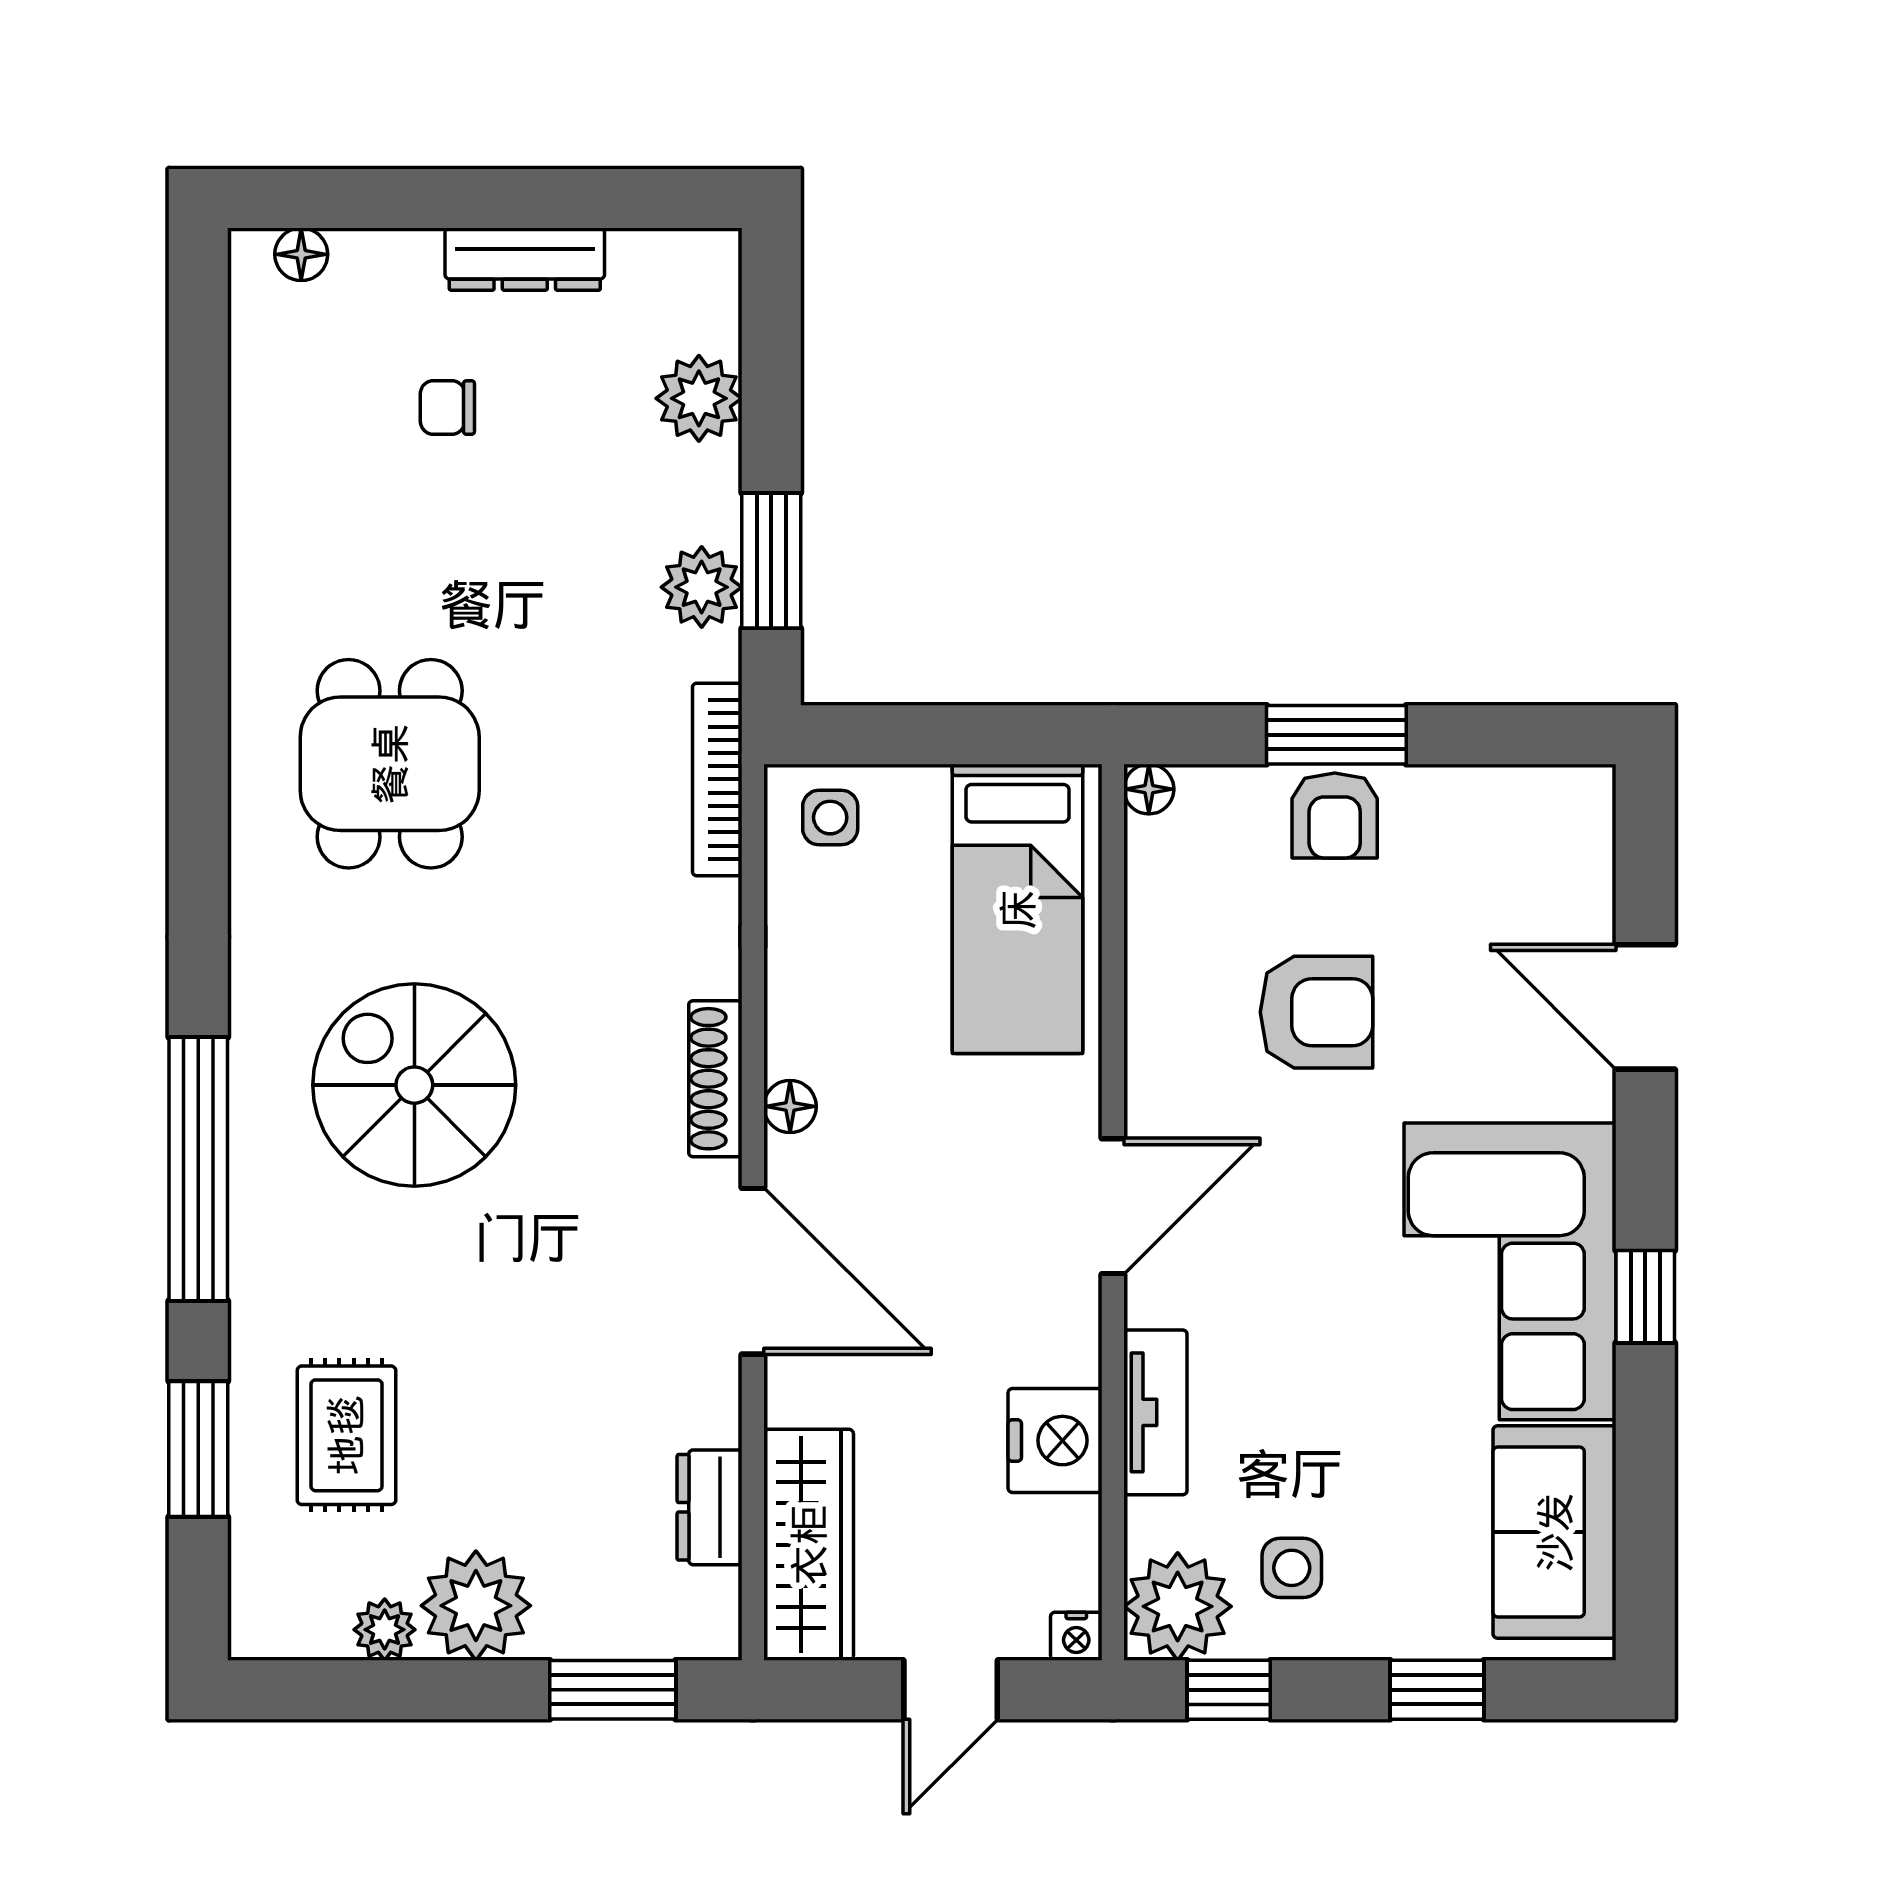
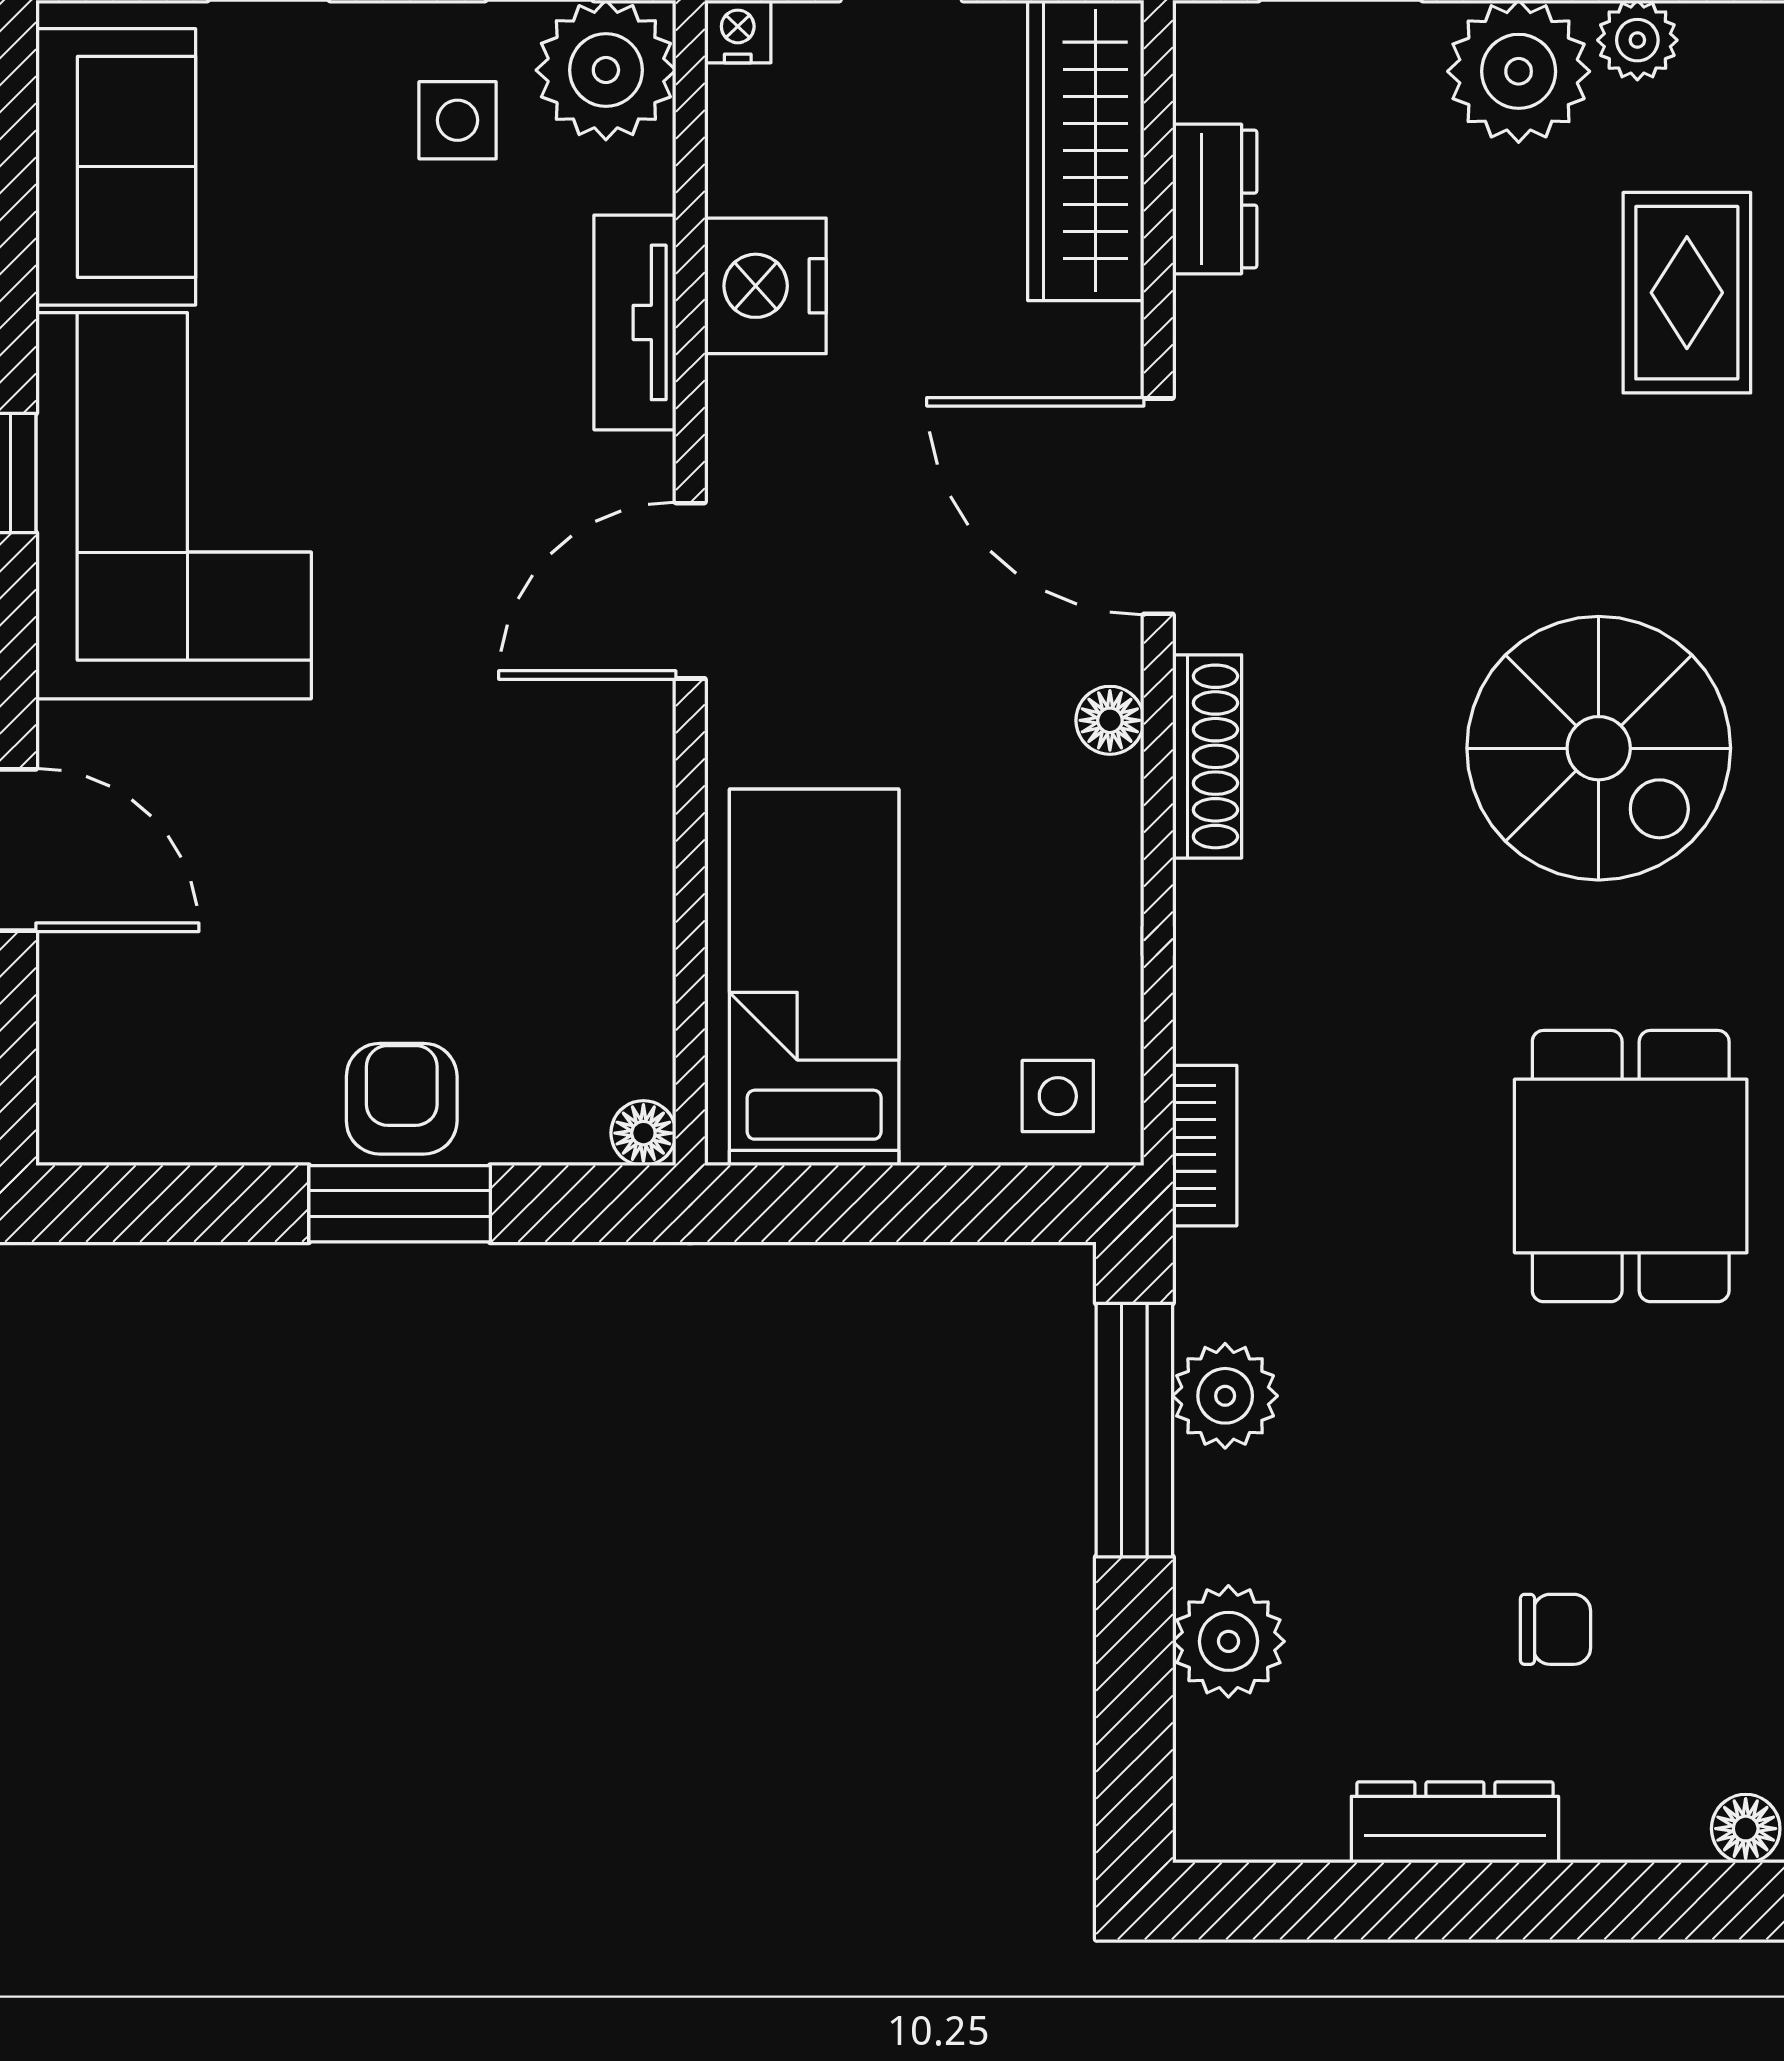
window: (771, 561) -> (1134, 1430), width x1.44
bookcase: (717, 779) -> (1205, 1146), width x0.64
armchair: (1317, 1012) -> (425, 843), removed

